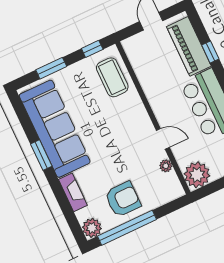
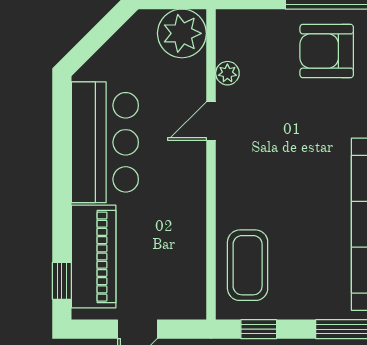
window: (210, 52) -> (62, 281), moved
door: (163, 139) -> (211, 121), hinge flipped

